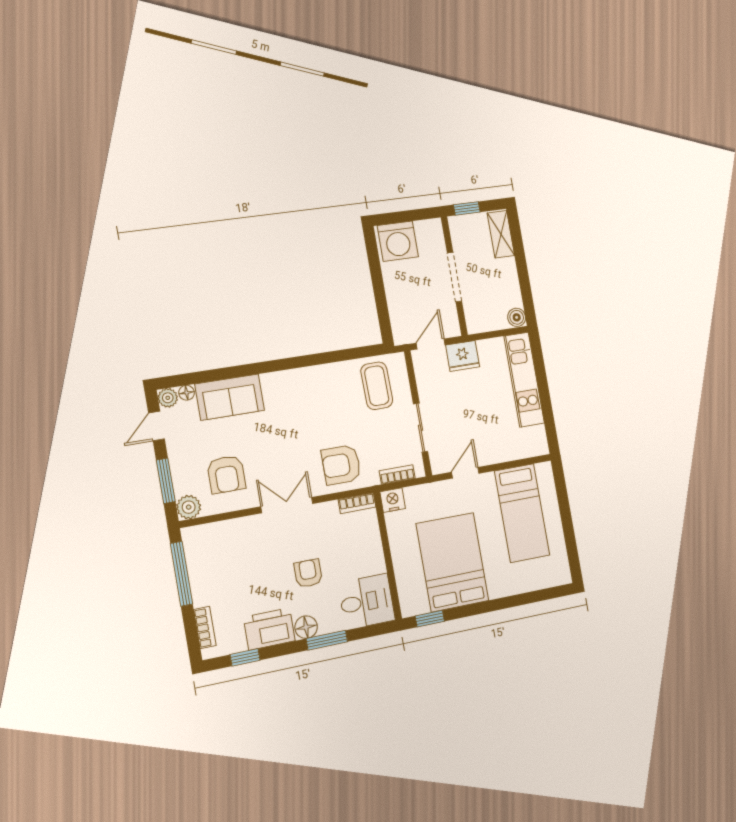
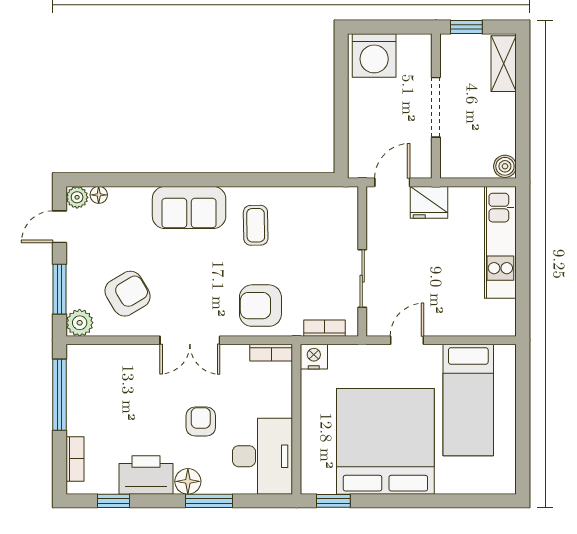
coffee table: (377, 386) -> (256, 225), moved, width x0.73, depth x0.77
sofa: (230, 397) -> (189, 207), moved
armchair: (226, 474) -> (127, 294), turned -121
double door: (287, 505) -> (190, 340), swing flipped
bed: (452, 562) -> (385, 441), width x1.36
desk: (367, 601) -> (263, 456), width x1.37

